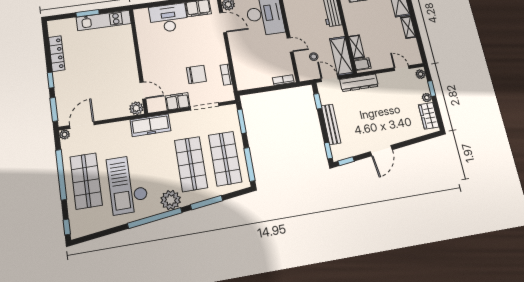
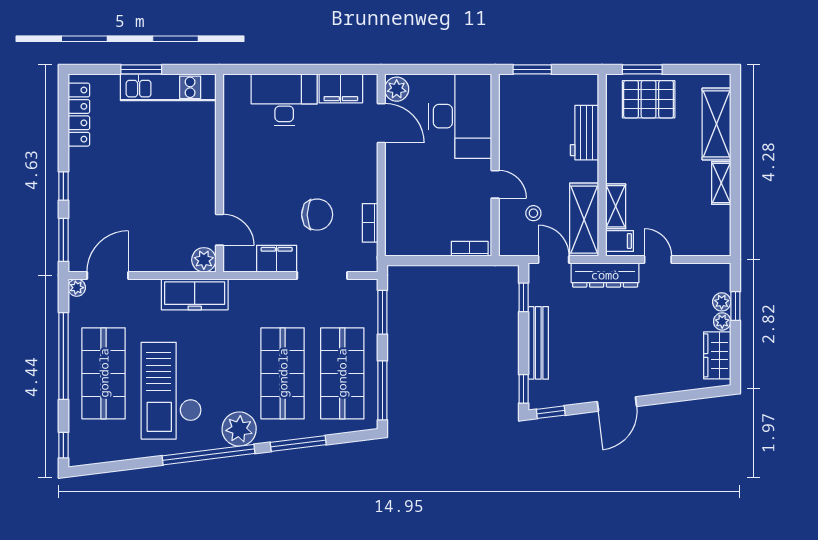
locker: (57, 54) -> (79, 115), moved
door: (402, 68) -> (658, 259), moved
plant: (421, 74) -> (722, 302), moved
freezer: (150, 125) -> (195, 294), moved

